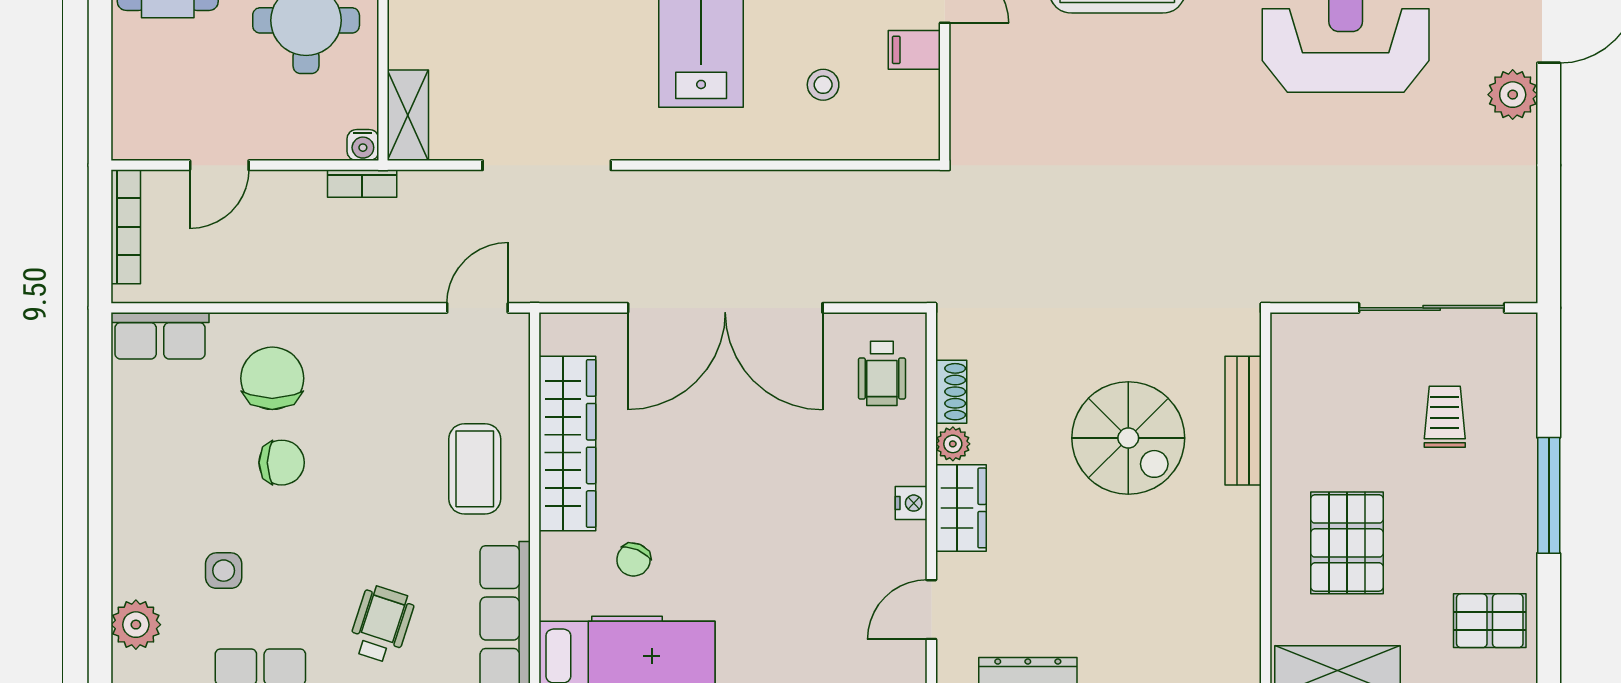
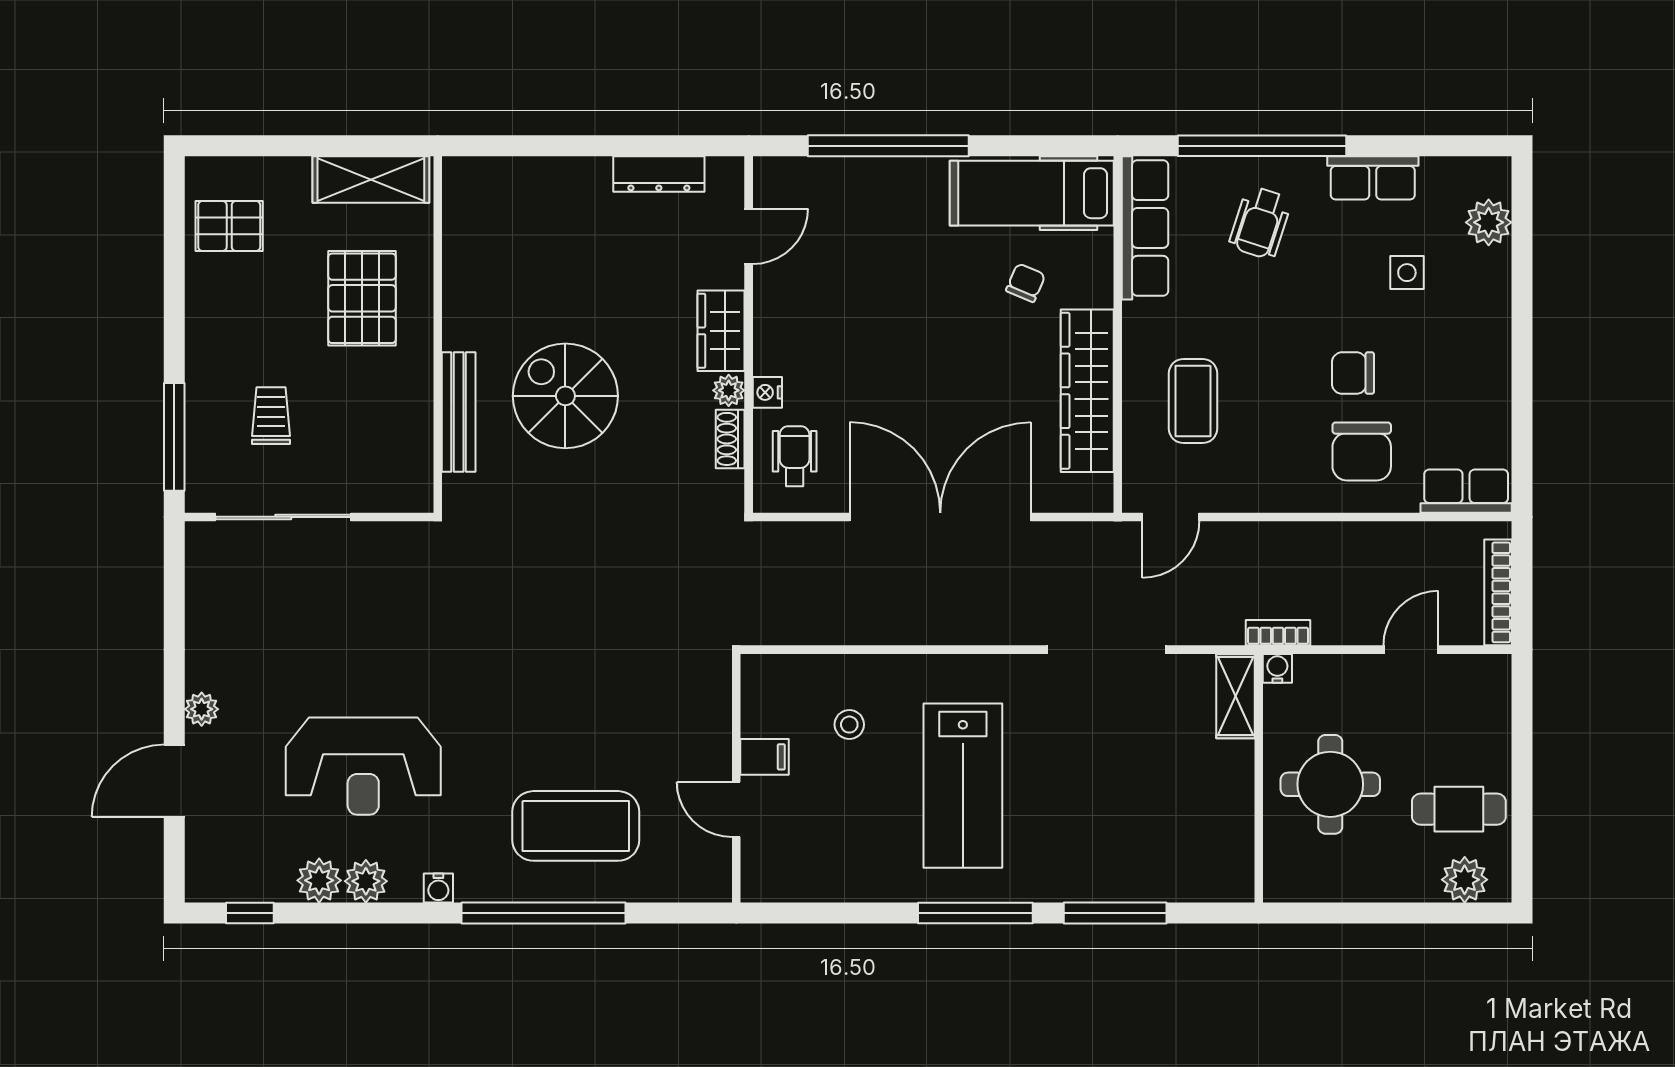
plant: (1513, 95) -> (202, 709), width x0.73, depth x0.73
trolley: (1445, 417) -> (271, 416), turned 180
coffee table: (475, 469) -> (1193, 401), moved
window: (1549, 495) -> (174, 437), moved
nightstand: (911, 503) -> (767, 392), moved

